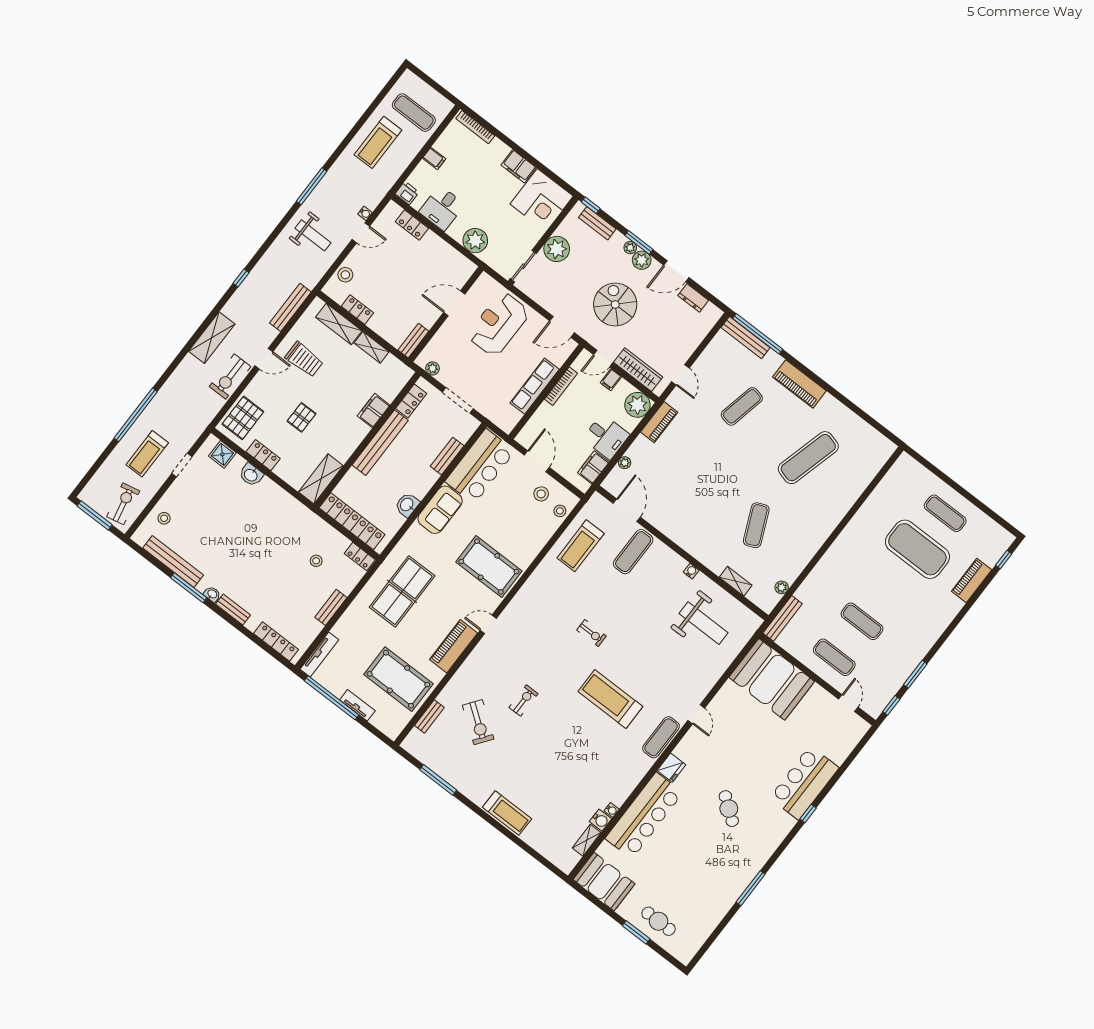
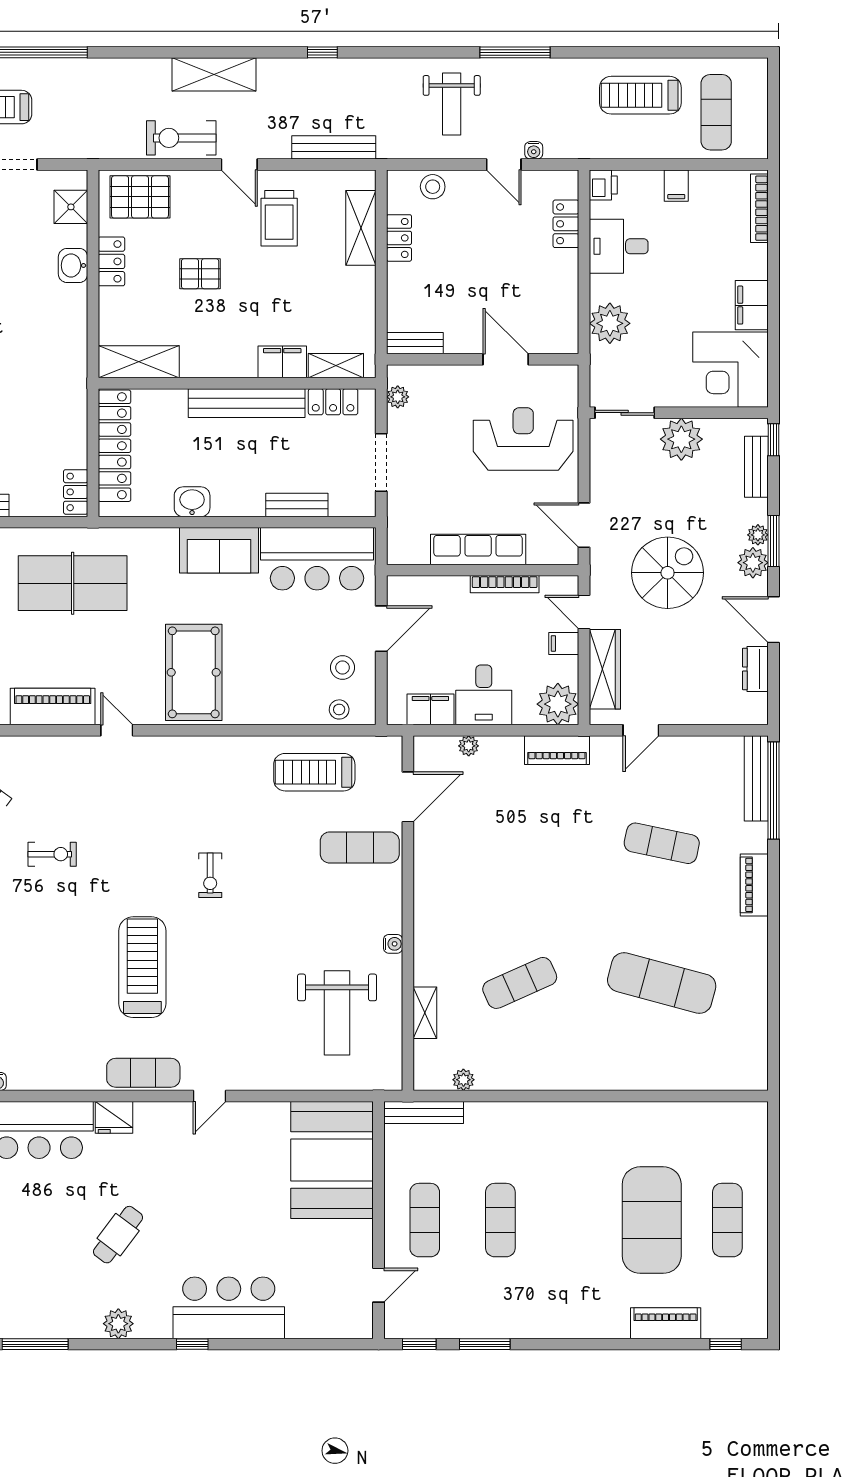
shelving: (372, 347) -> (336, 366), moved, turned 90
piano: (799, 384) -> (754, 885), width x0.73, depth x0.75
stool: (316, 561) -> (26, 439), removed
plant: (771, 841) -> (118, 1324), added

